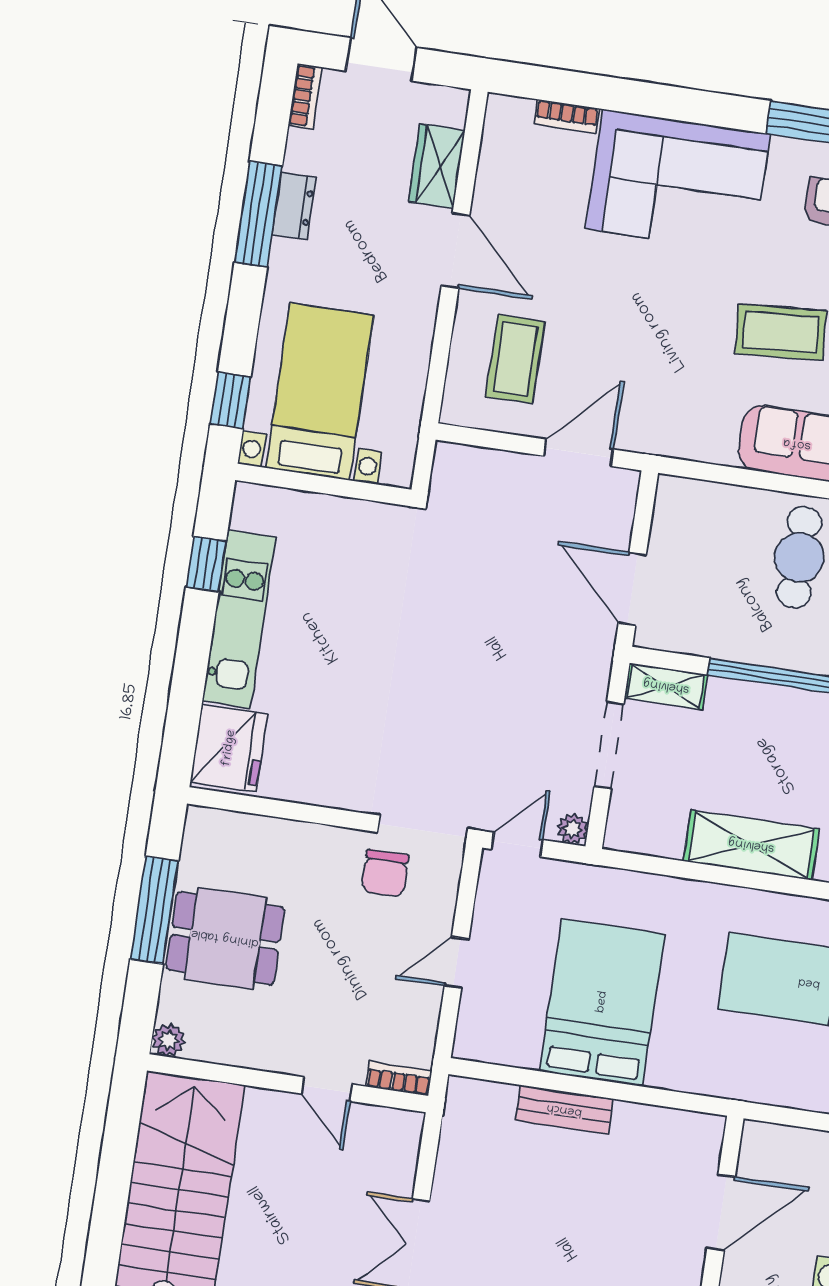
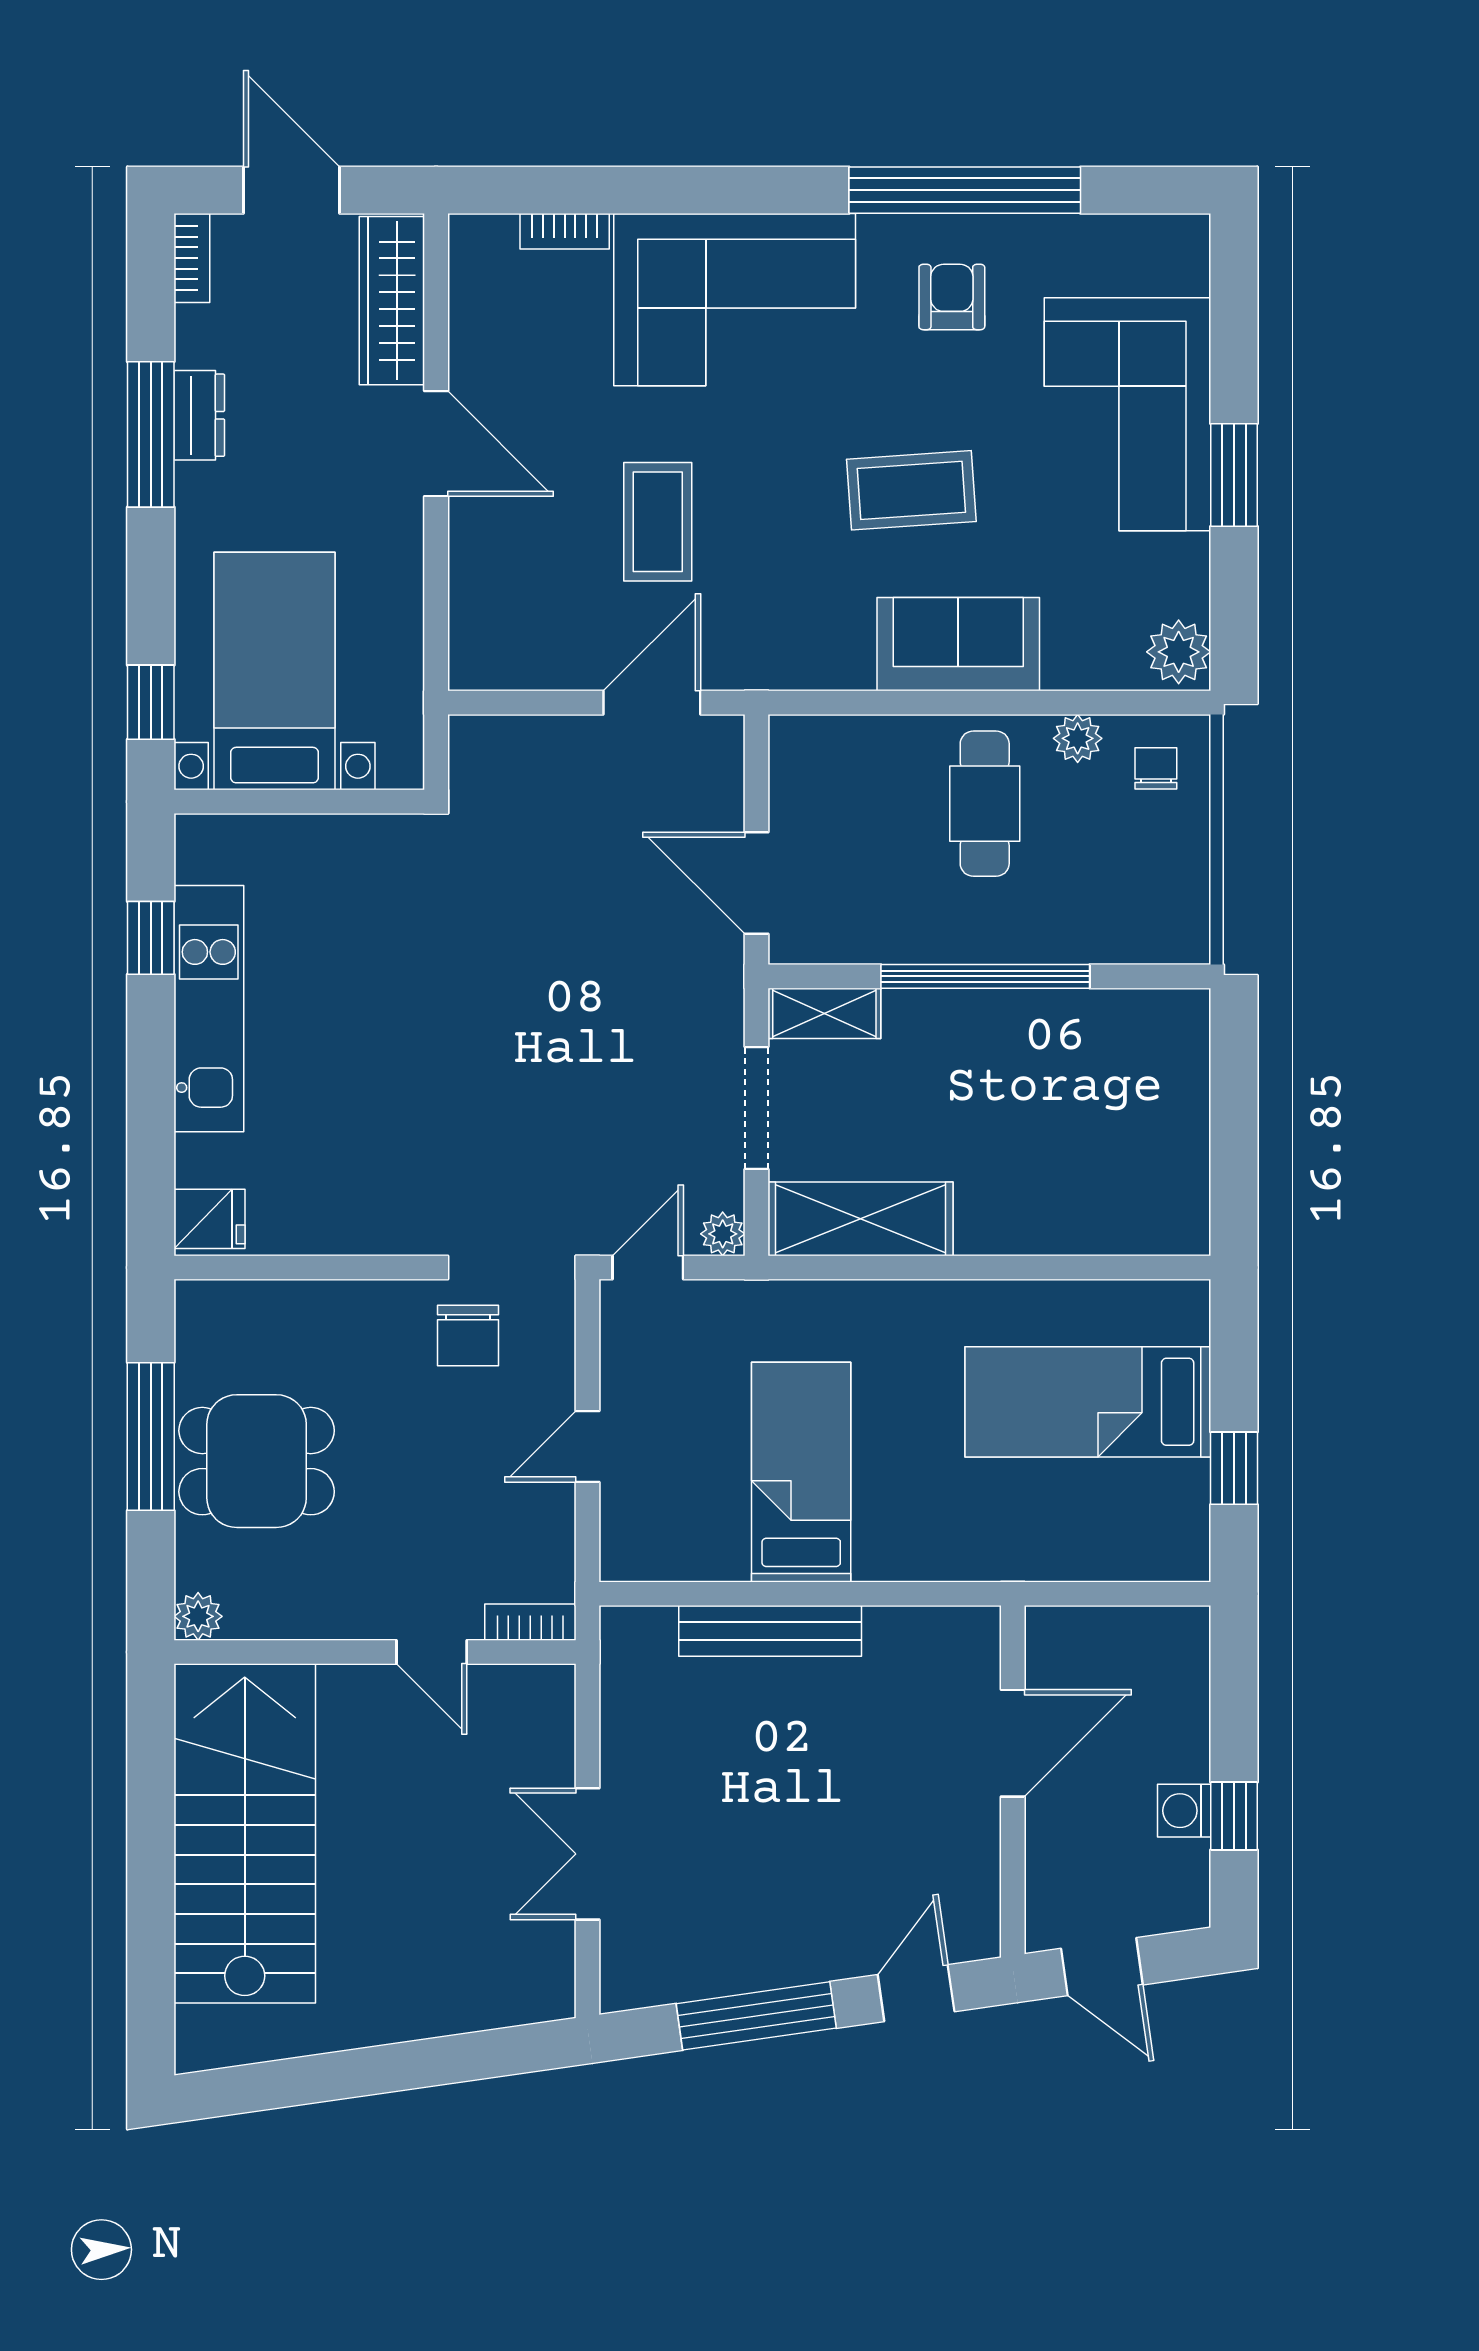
wardrobe: (437, 166) -> (392, 301), width x1.50
coffee table: (515, 359) -> (658, 522), moved
fridge: (229, 748) -> (209, 1219), width x0.53, depth x0.75
shelving: (751, 845) -> (861, 1219), moved
bed: (602, 1002) -> (801, 1472), width x0.67
bench: (564, 1110) -> (770, 1631), width x1.36

